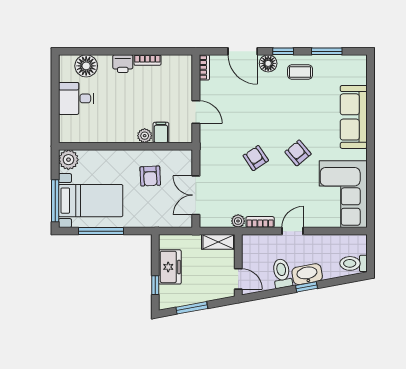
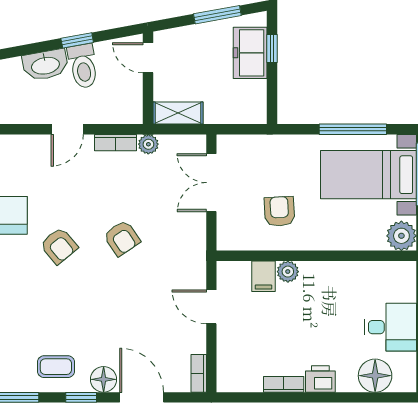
double door: (196, 195) -> (211, 183), swing flipped
freezer: (170, 267) -> (250, 53), moved
window: (306, 287) -> (77, 40), moved

